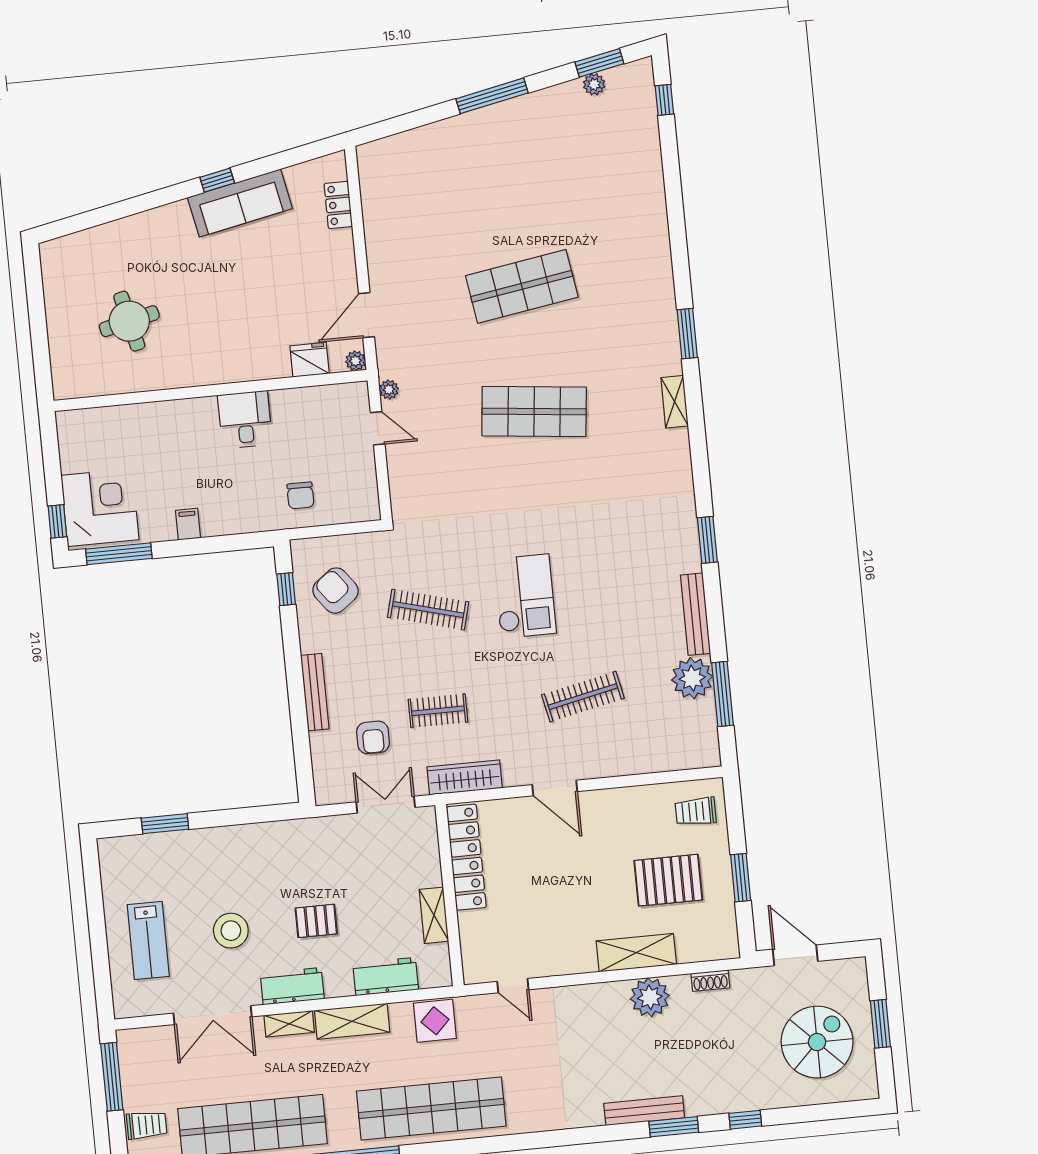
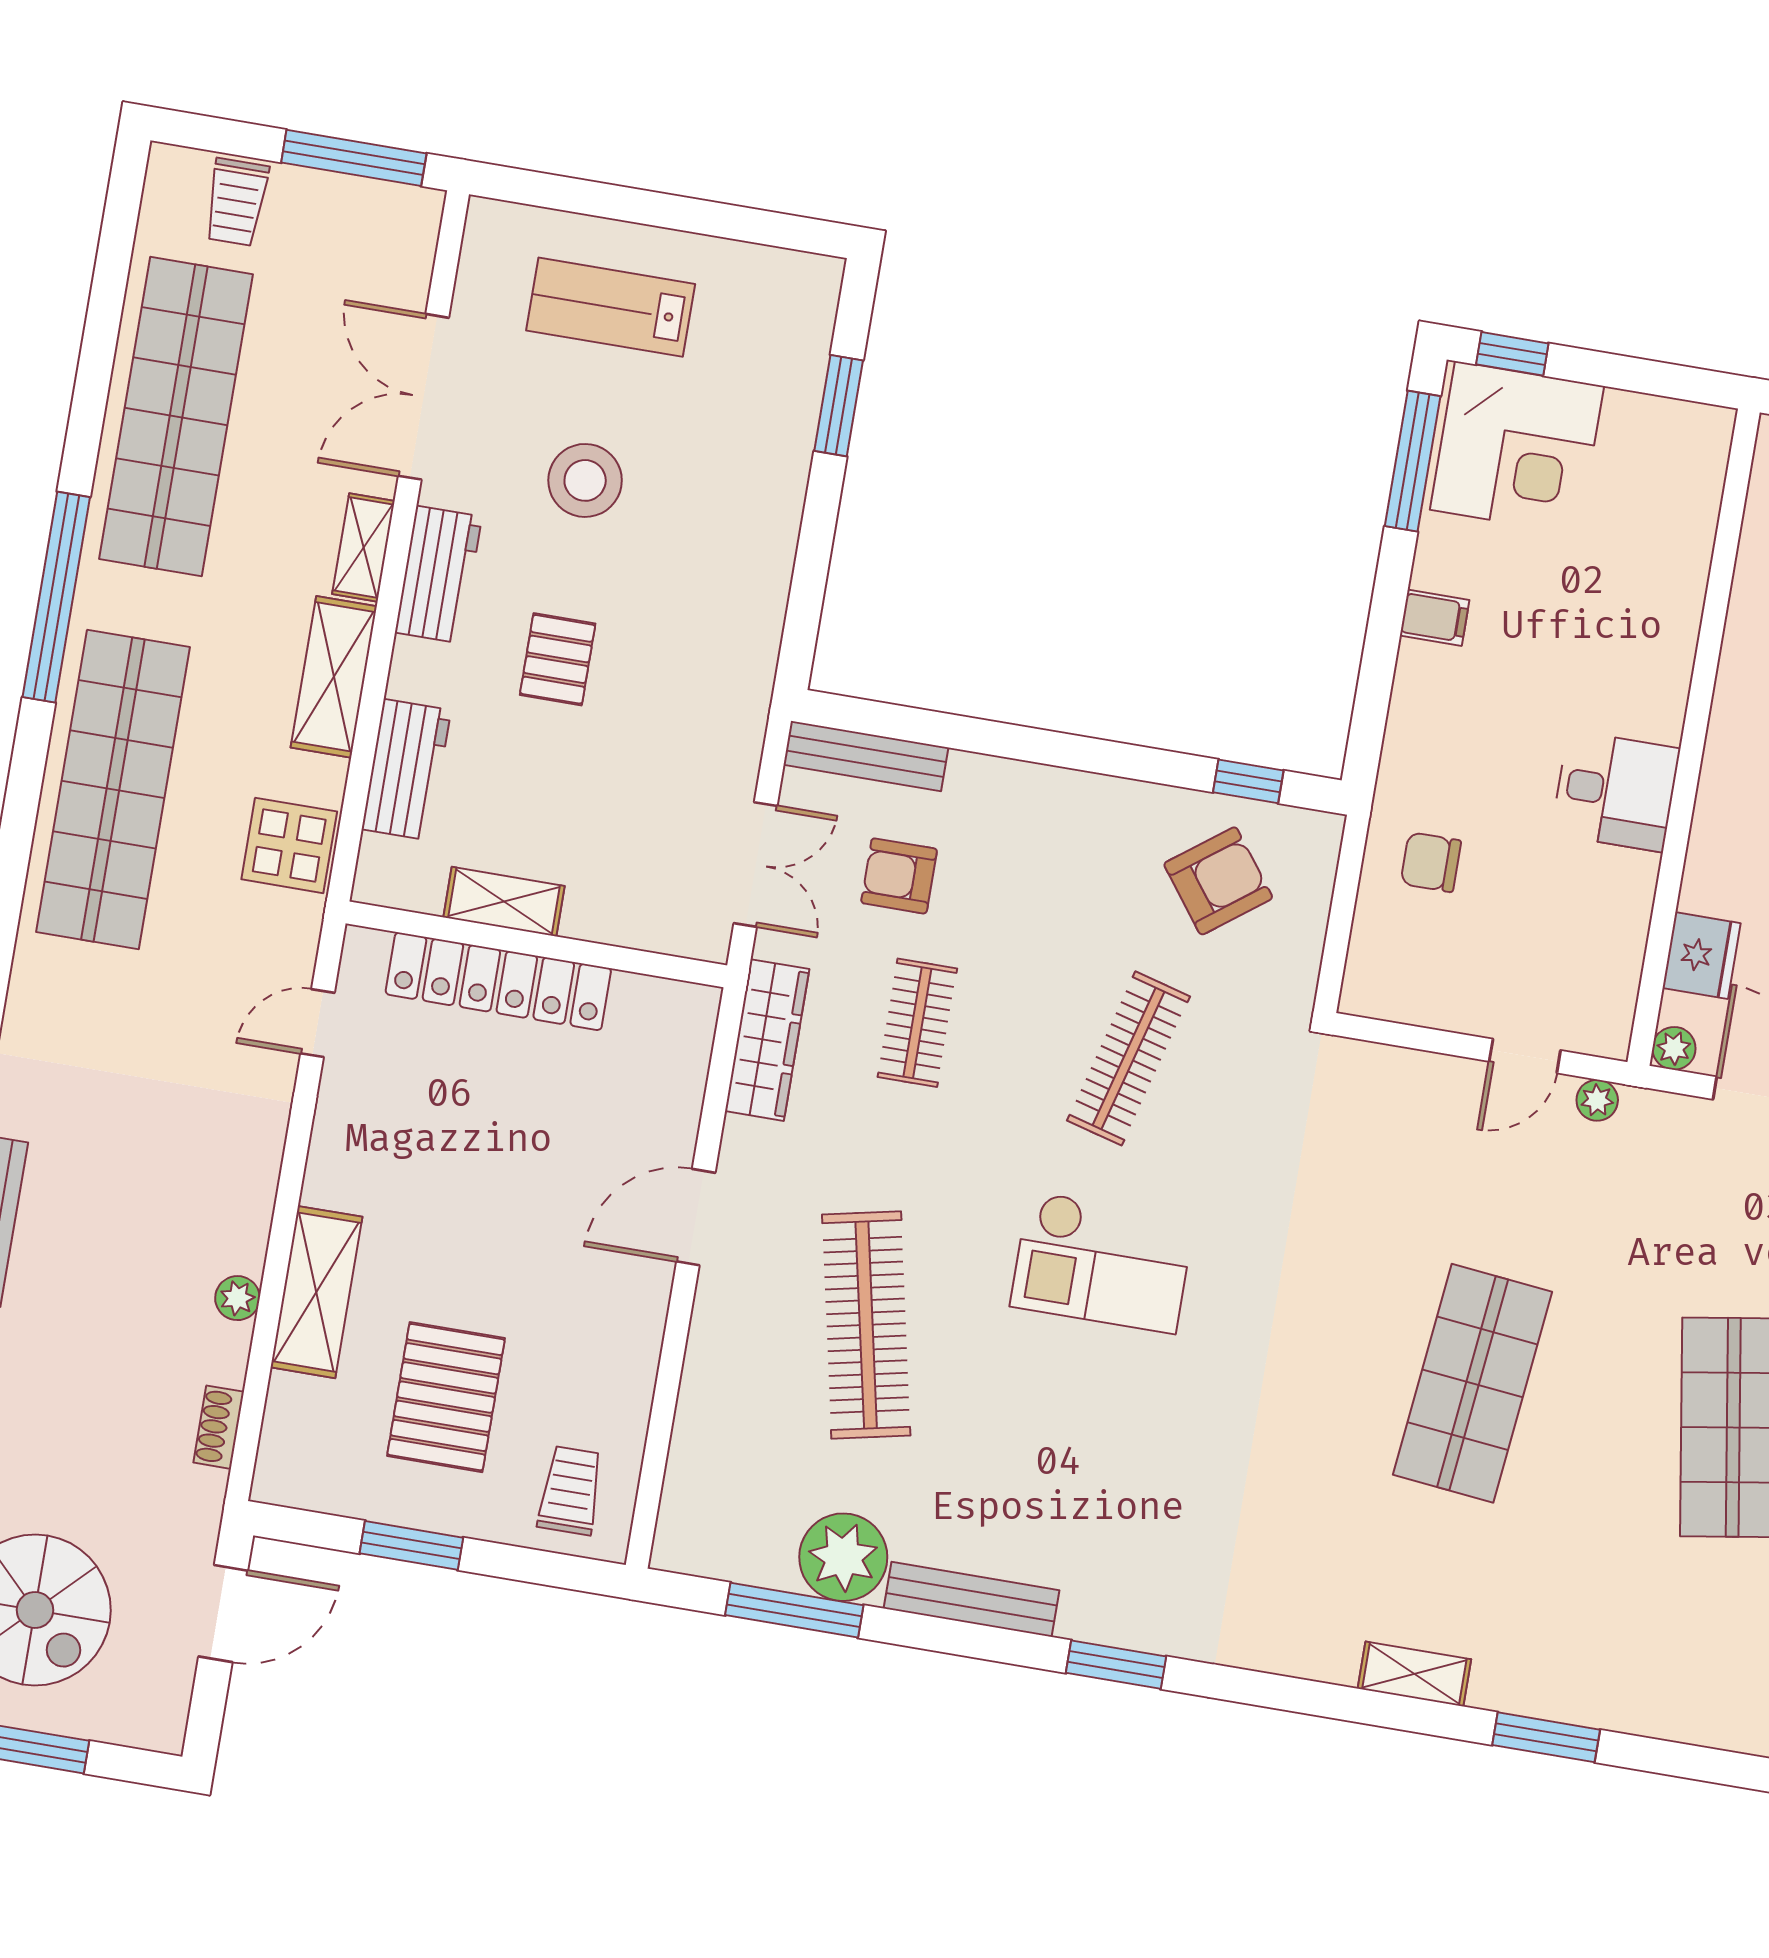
bench: (315, 692) -> (866, 756), moved
clothes rail: (583, 697) -> (866, 1325), width x1.37, depth x1.31
locker: (466, 857) -> (498, 981), moved
plant: (650, 997) -> (237, 1298), width x0.53, depth x0.53

